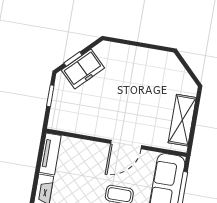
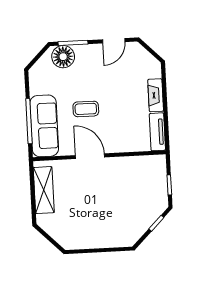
freezer: (83, 69) -> (145, 216), removed
door: (126, 144) -> (90, 156), hinge flipped

